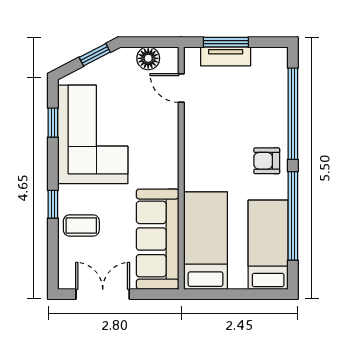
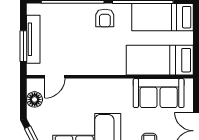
tv unit: (226, 56) -> (33, 39), width x1.41
sofa: (158, 239) -> (159, 93), width x0.73

